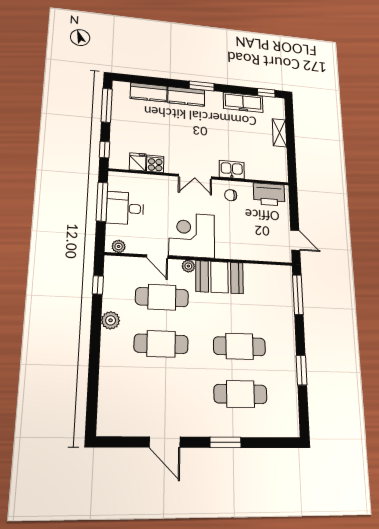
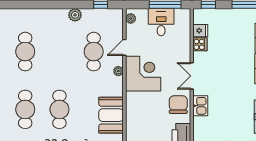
chair: (231, 195) -> (178, 105), width x1.87, depth x1.87
booth: (220, 277) -> (111, 115), moved
cafe table: (161, 344) -> (25, 52), moved

